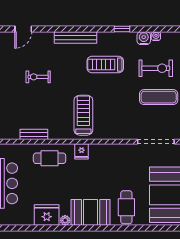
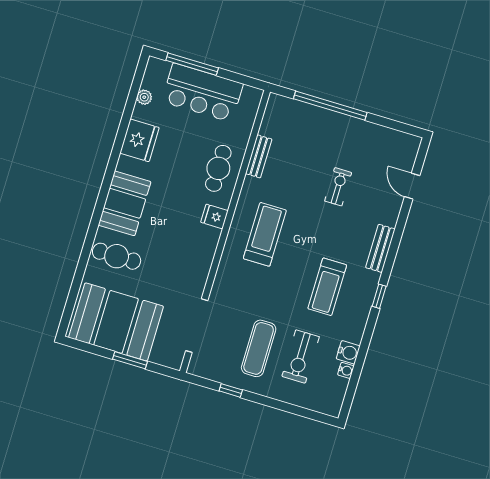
window: (122, 29) -> (379, 296), moved
bench: (76, 38) -> (380, 248), width x0.73
treadmill: (105, 65) -> (327, 287), turned 180
treadmill: (83, 115) -> (265, 234), turned -90
plant: (65, 220) -> (144, 97), moved

